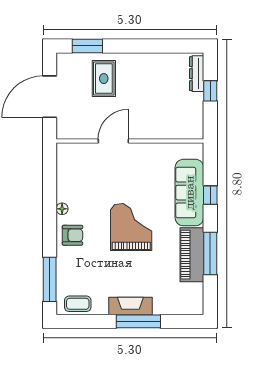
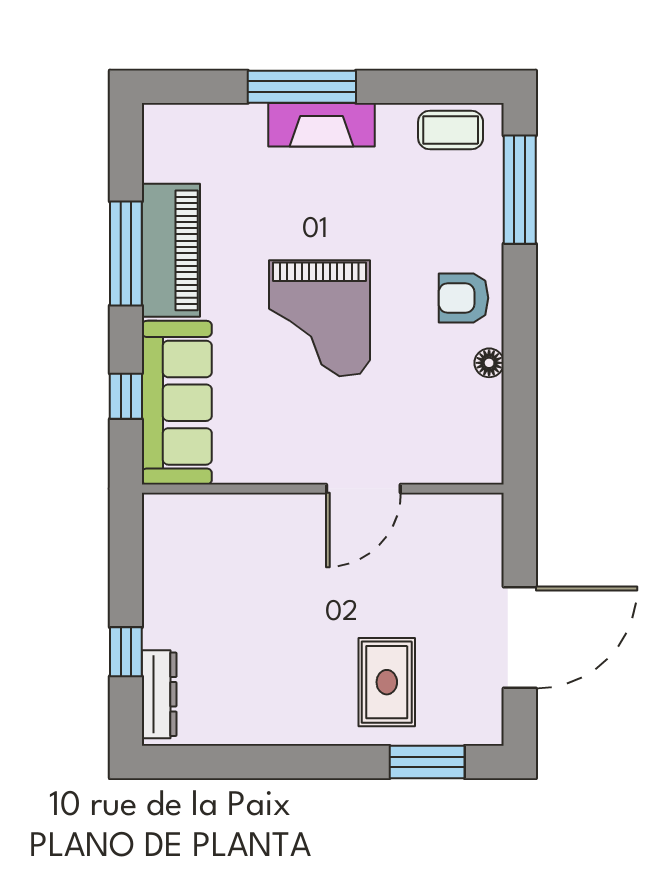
door: (113, 141) -> (363, 489), moved
wall: (130, 141) -> (323, 489), moved

